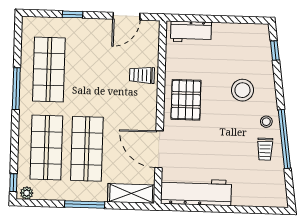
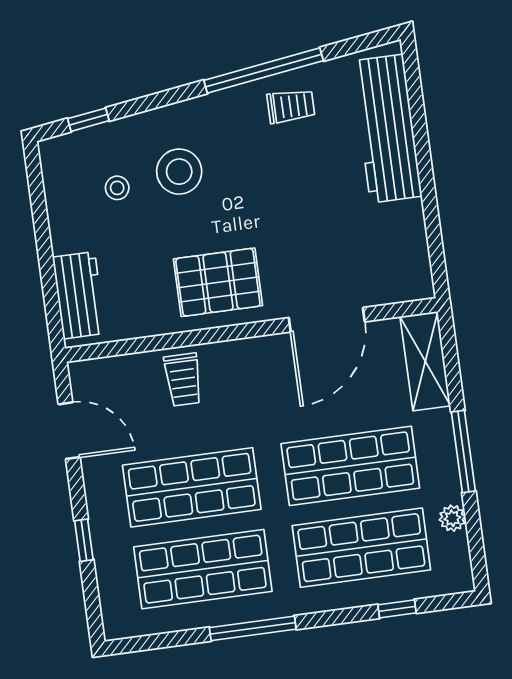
shop shelf: (89, 71) -> (192, 487), added
stool: (266, 122) -> (117, 188), moved
window: (13, 183) -> (397, 609), moved
workbench: (196, 192) -> (387, 129), moved
plant: (27, 193) -> (452, 518), moved

